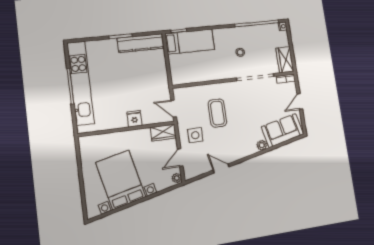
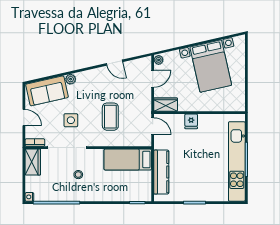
bed: (190, 42) -> (128, 159), moved
kitchen counter: (141, 43) -> (161, 172), moved, turned 90
door: (300, 101) -> (24, 118), hinge flipped
side table: (195, 135) -> (71, 120), moved

